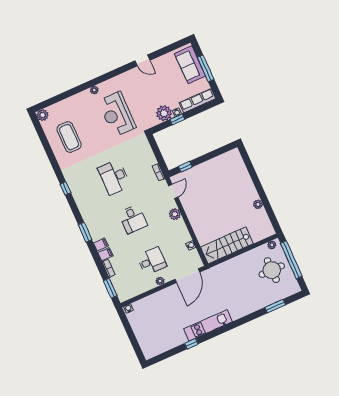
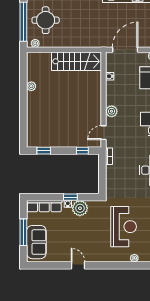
window: (220, 151) -> (44, 151), added

